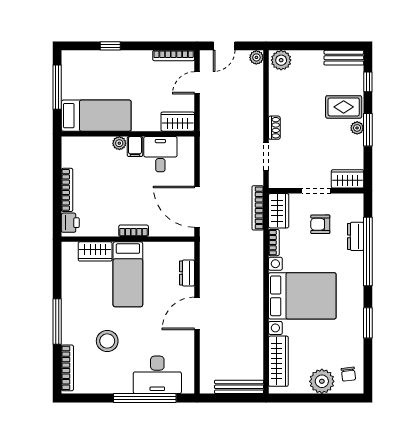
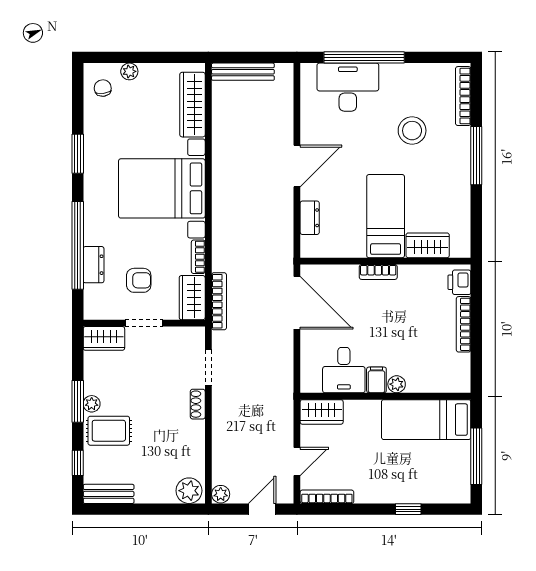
plant: (322, 381) -> (129, 71), width x0.53, depth x0.53

